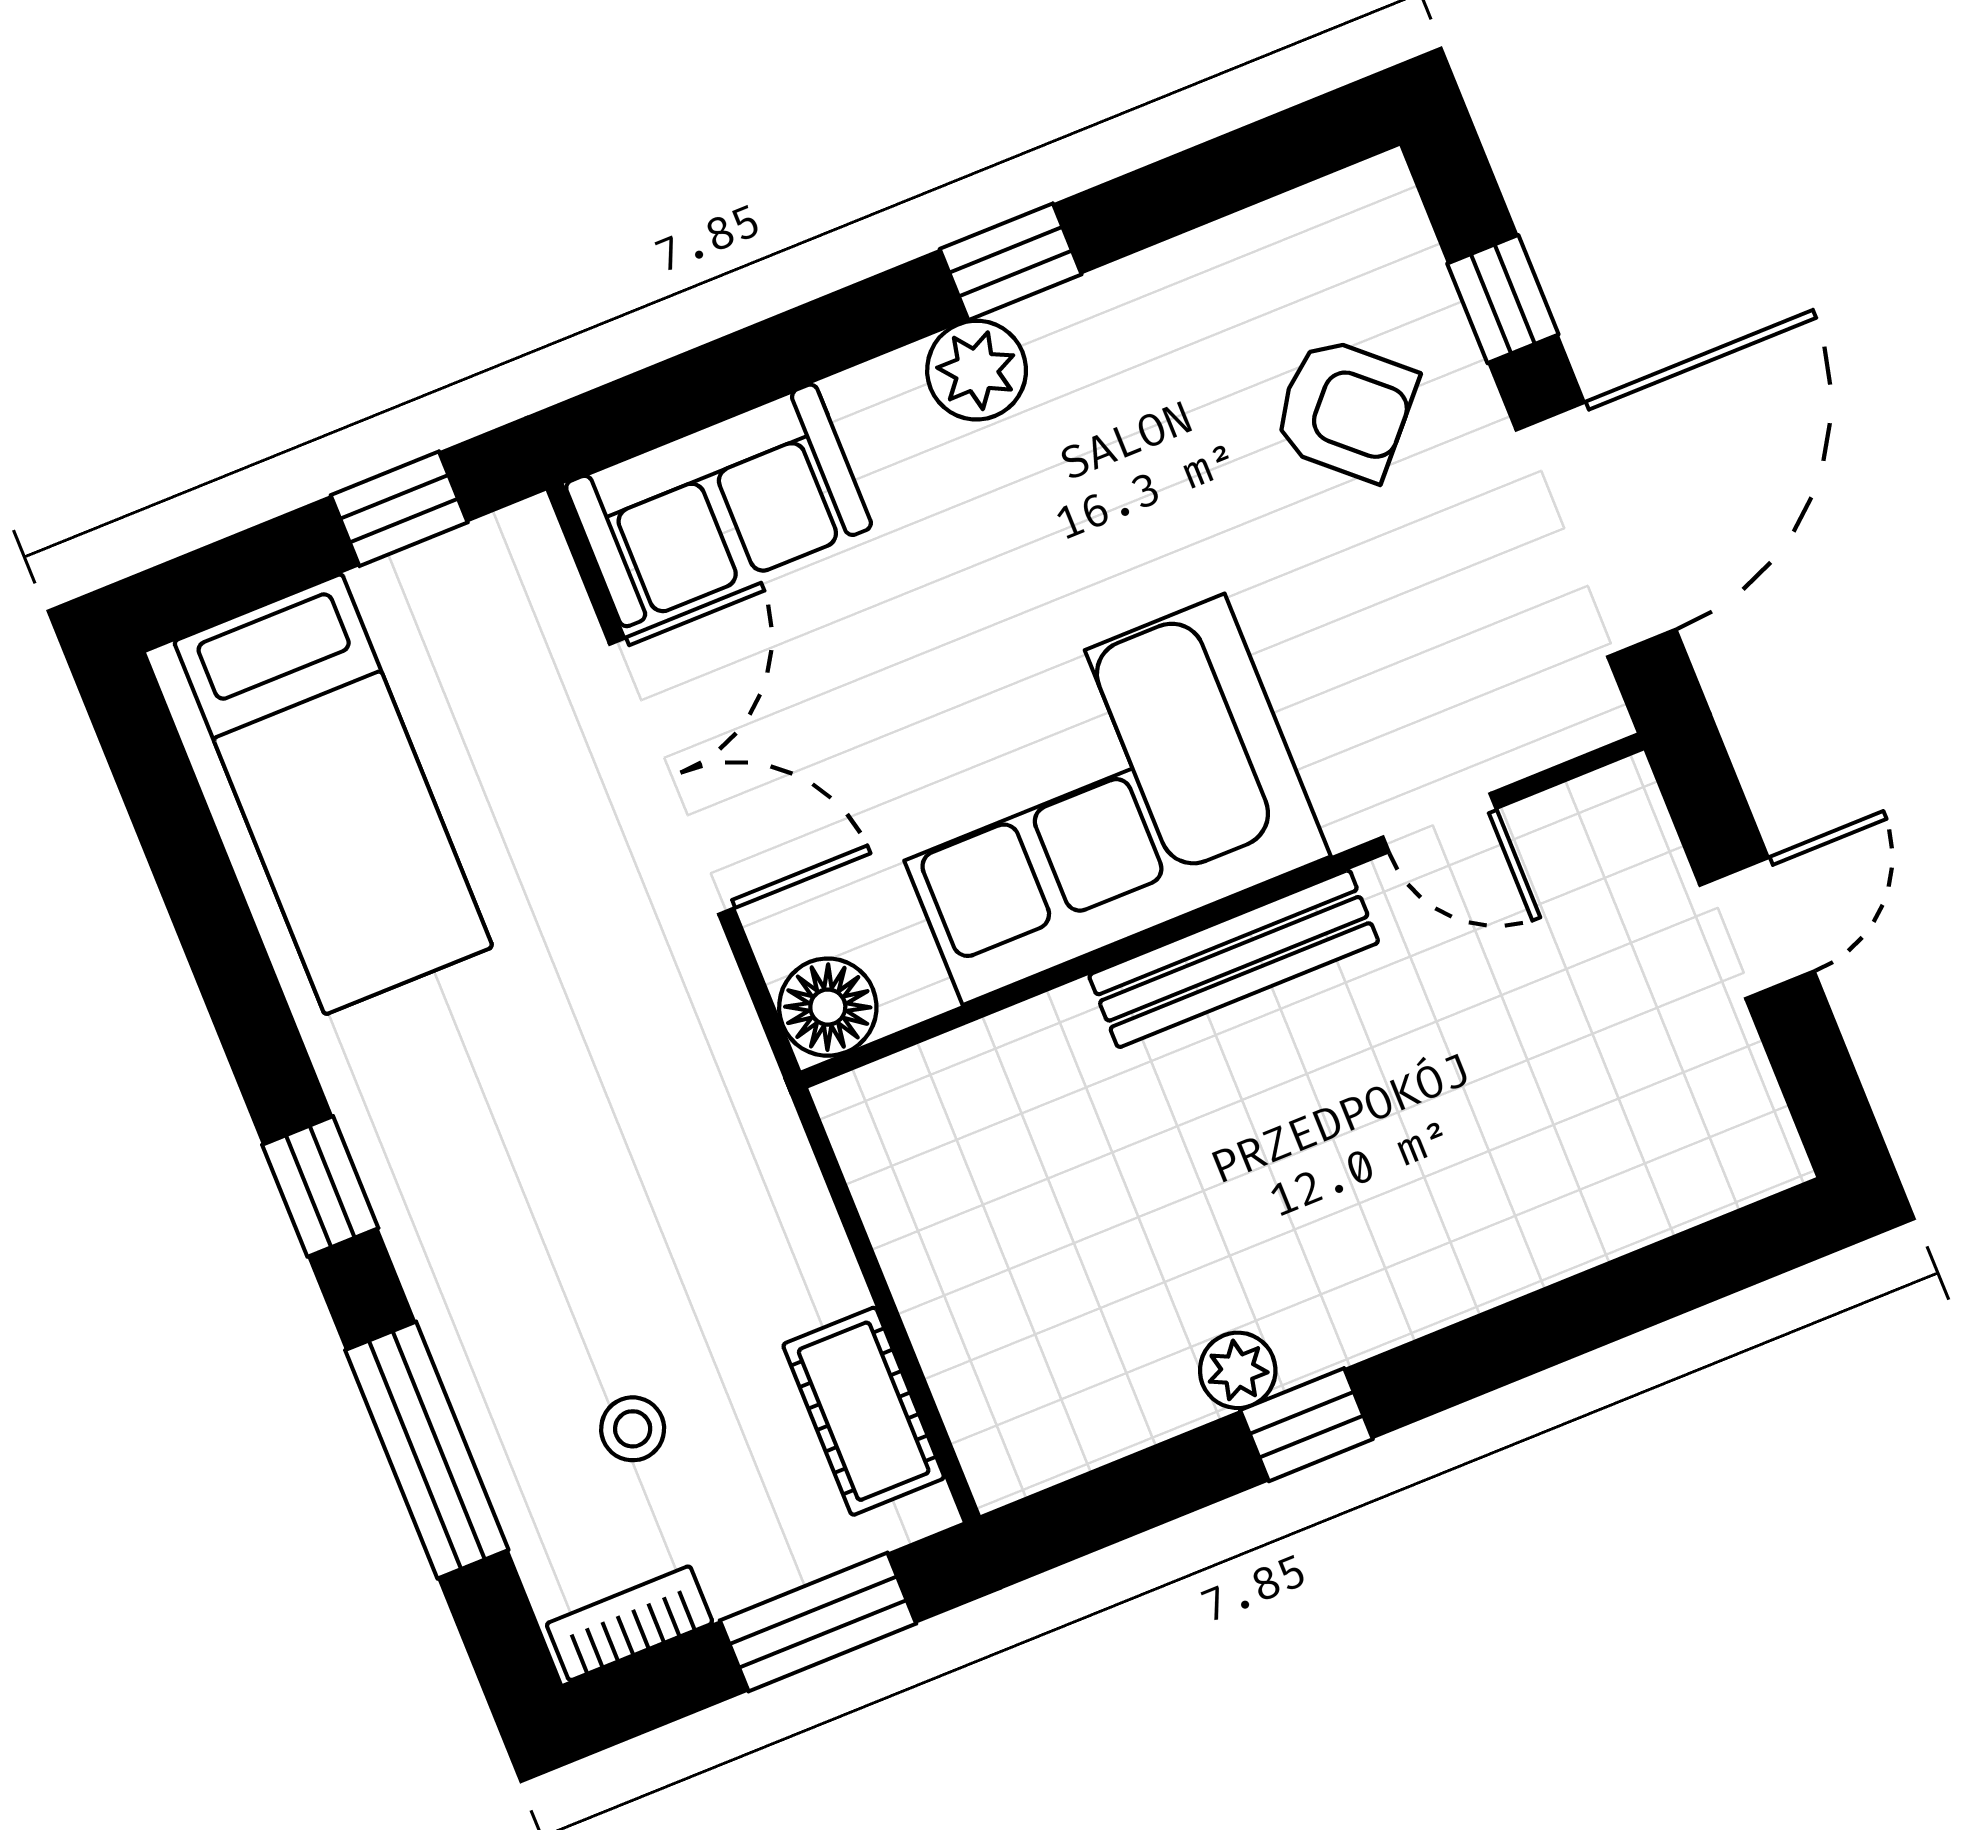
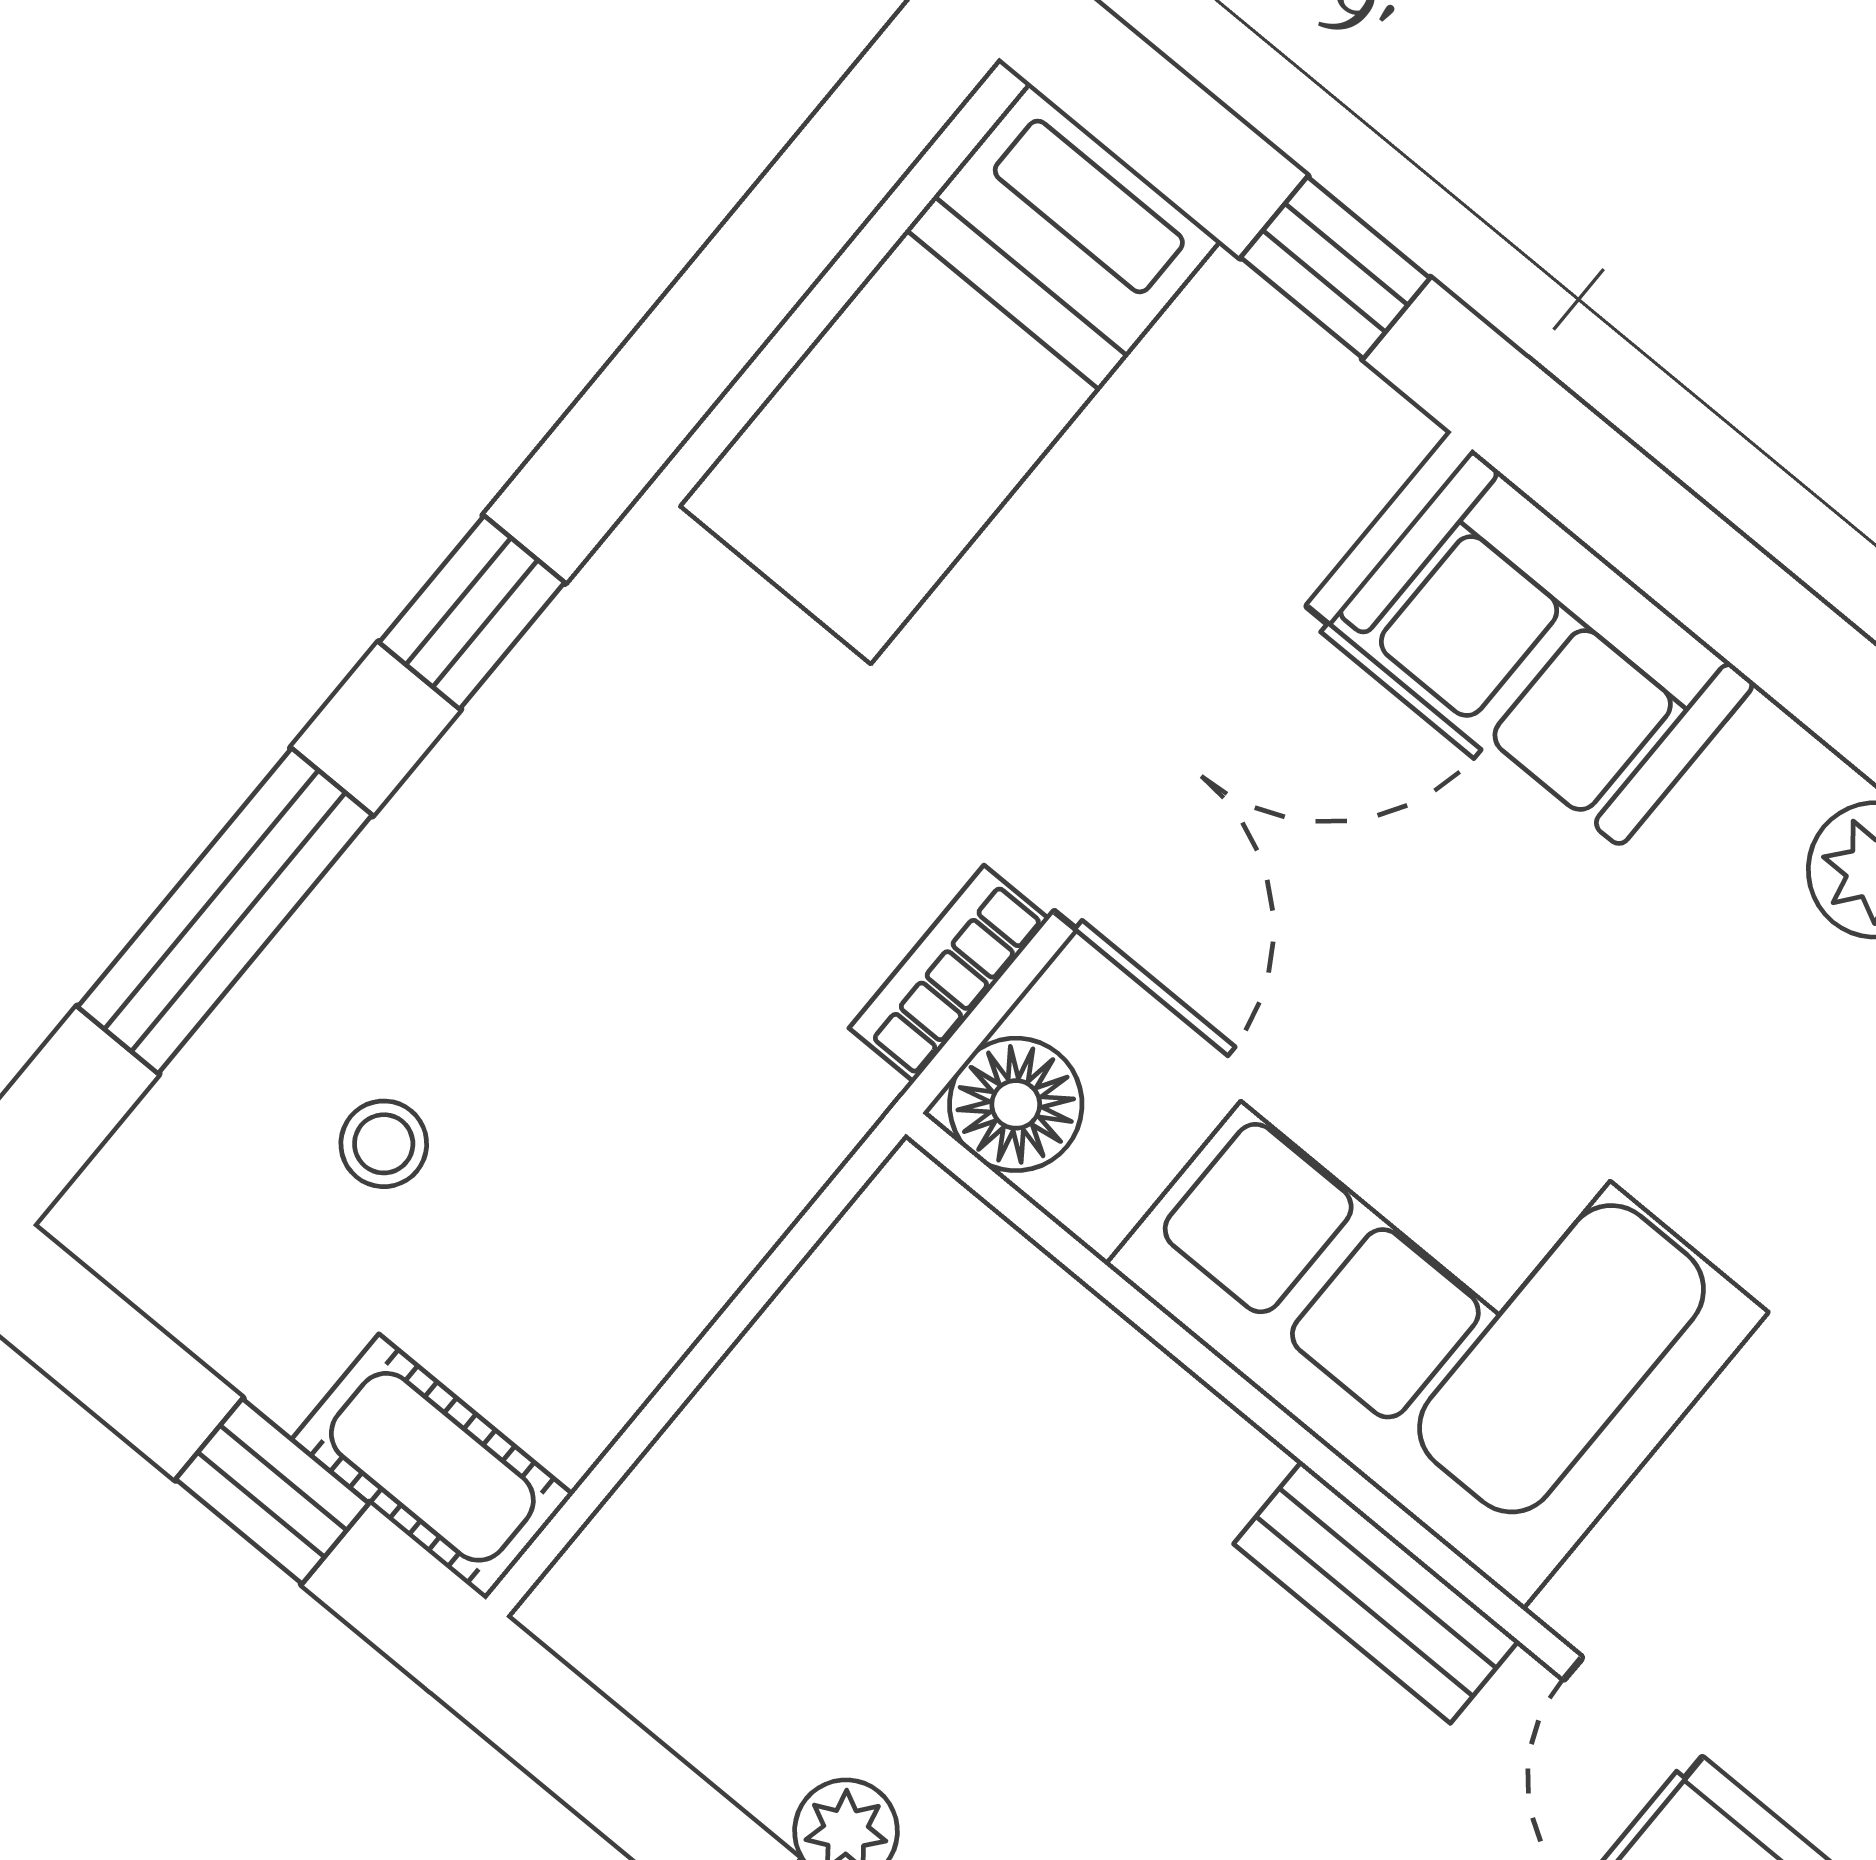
bench: (1234, 959) -> (1376, 1592), width x0.73
cot: (864, 1411) -> (432, 1467), moved, turned 90
window: (818, 1622) -> (272, 1491), width x0.67
bookcase: (630, 1623) -> (949, 974), moved, turned -90

